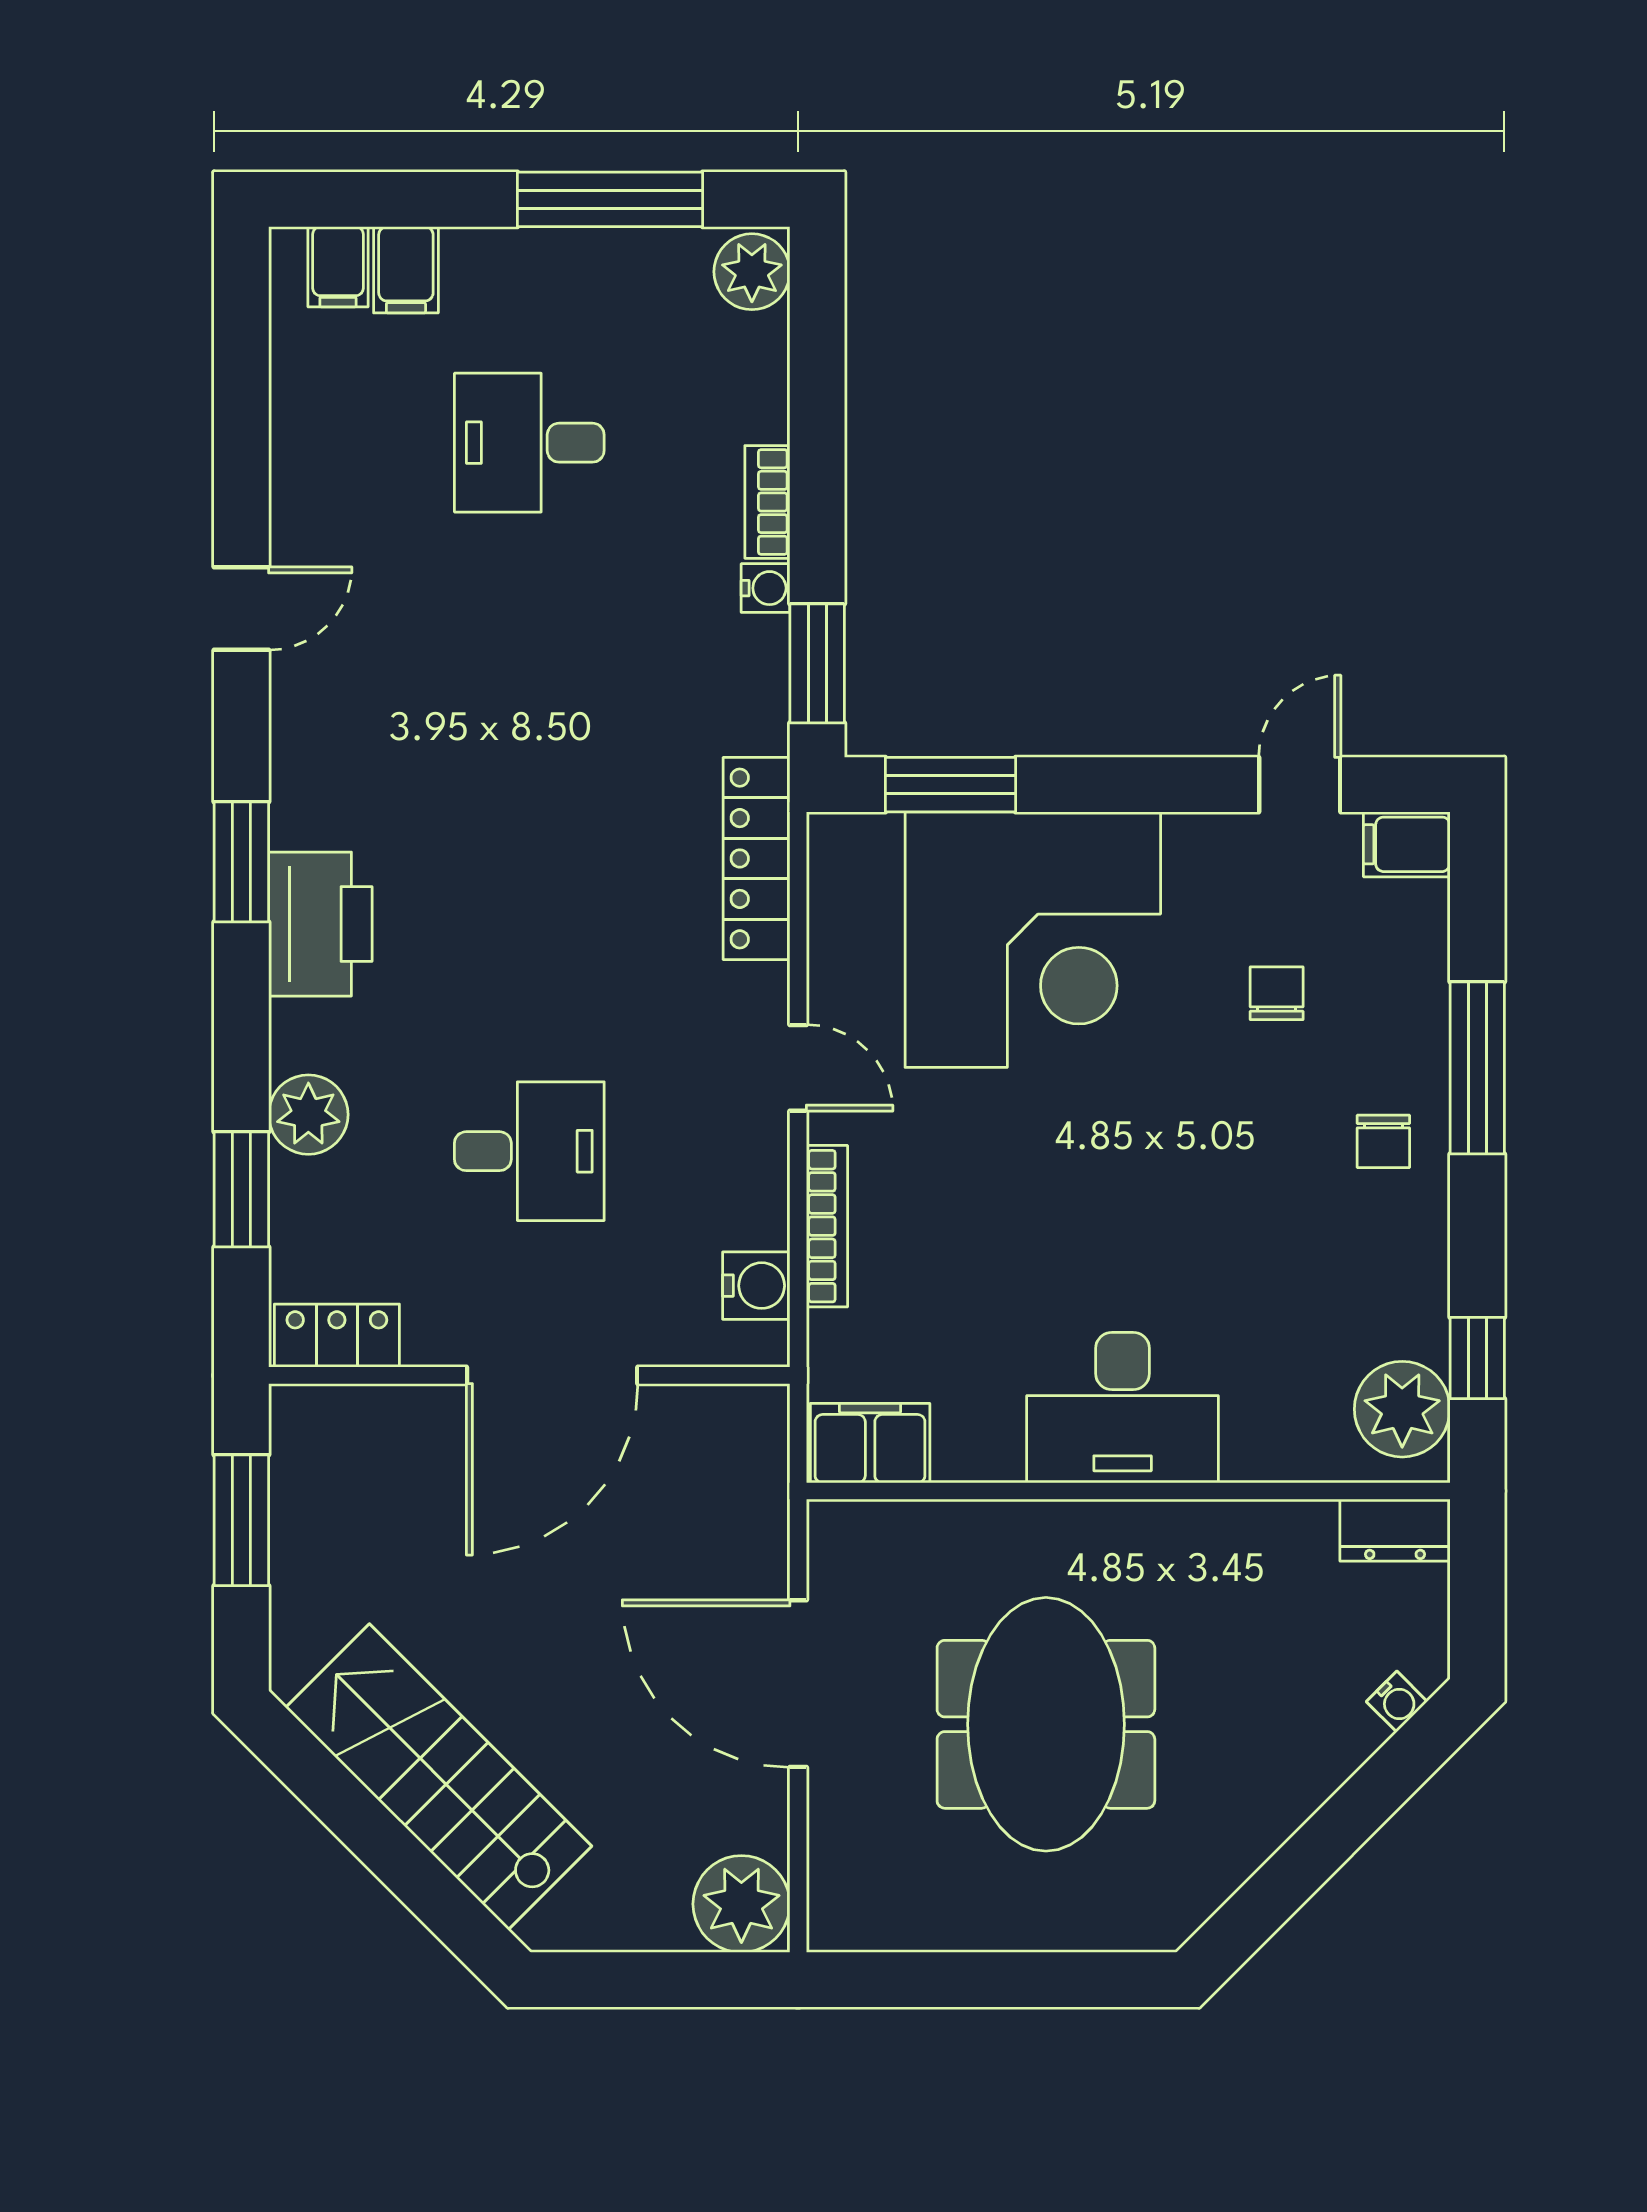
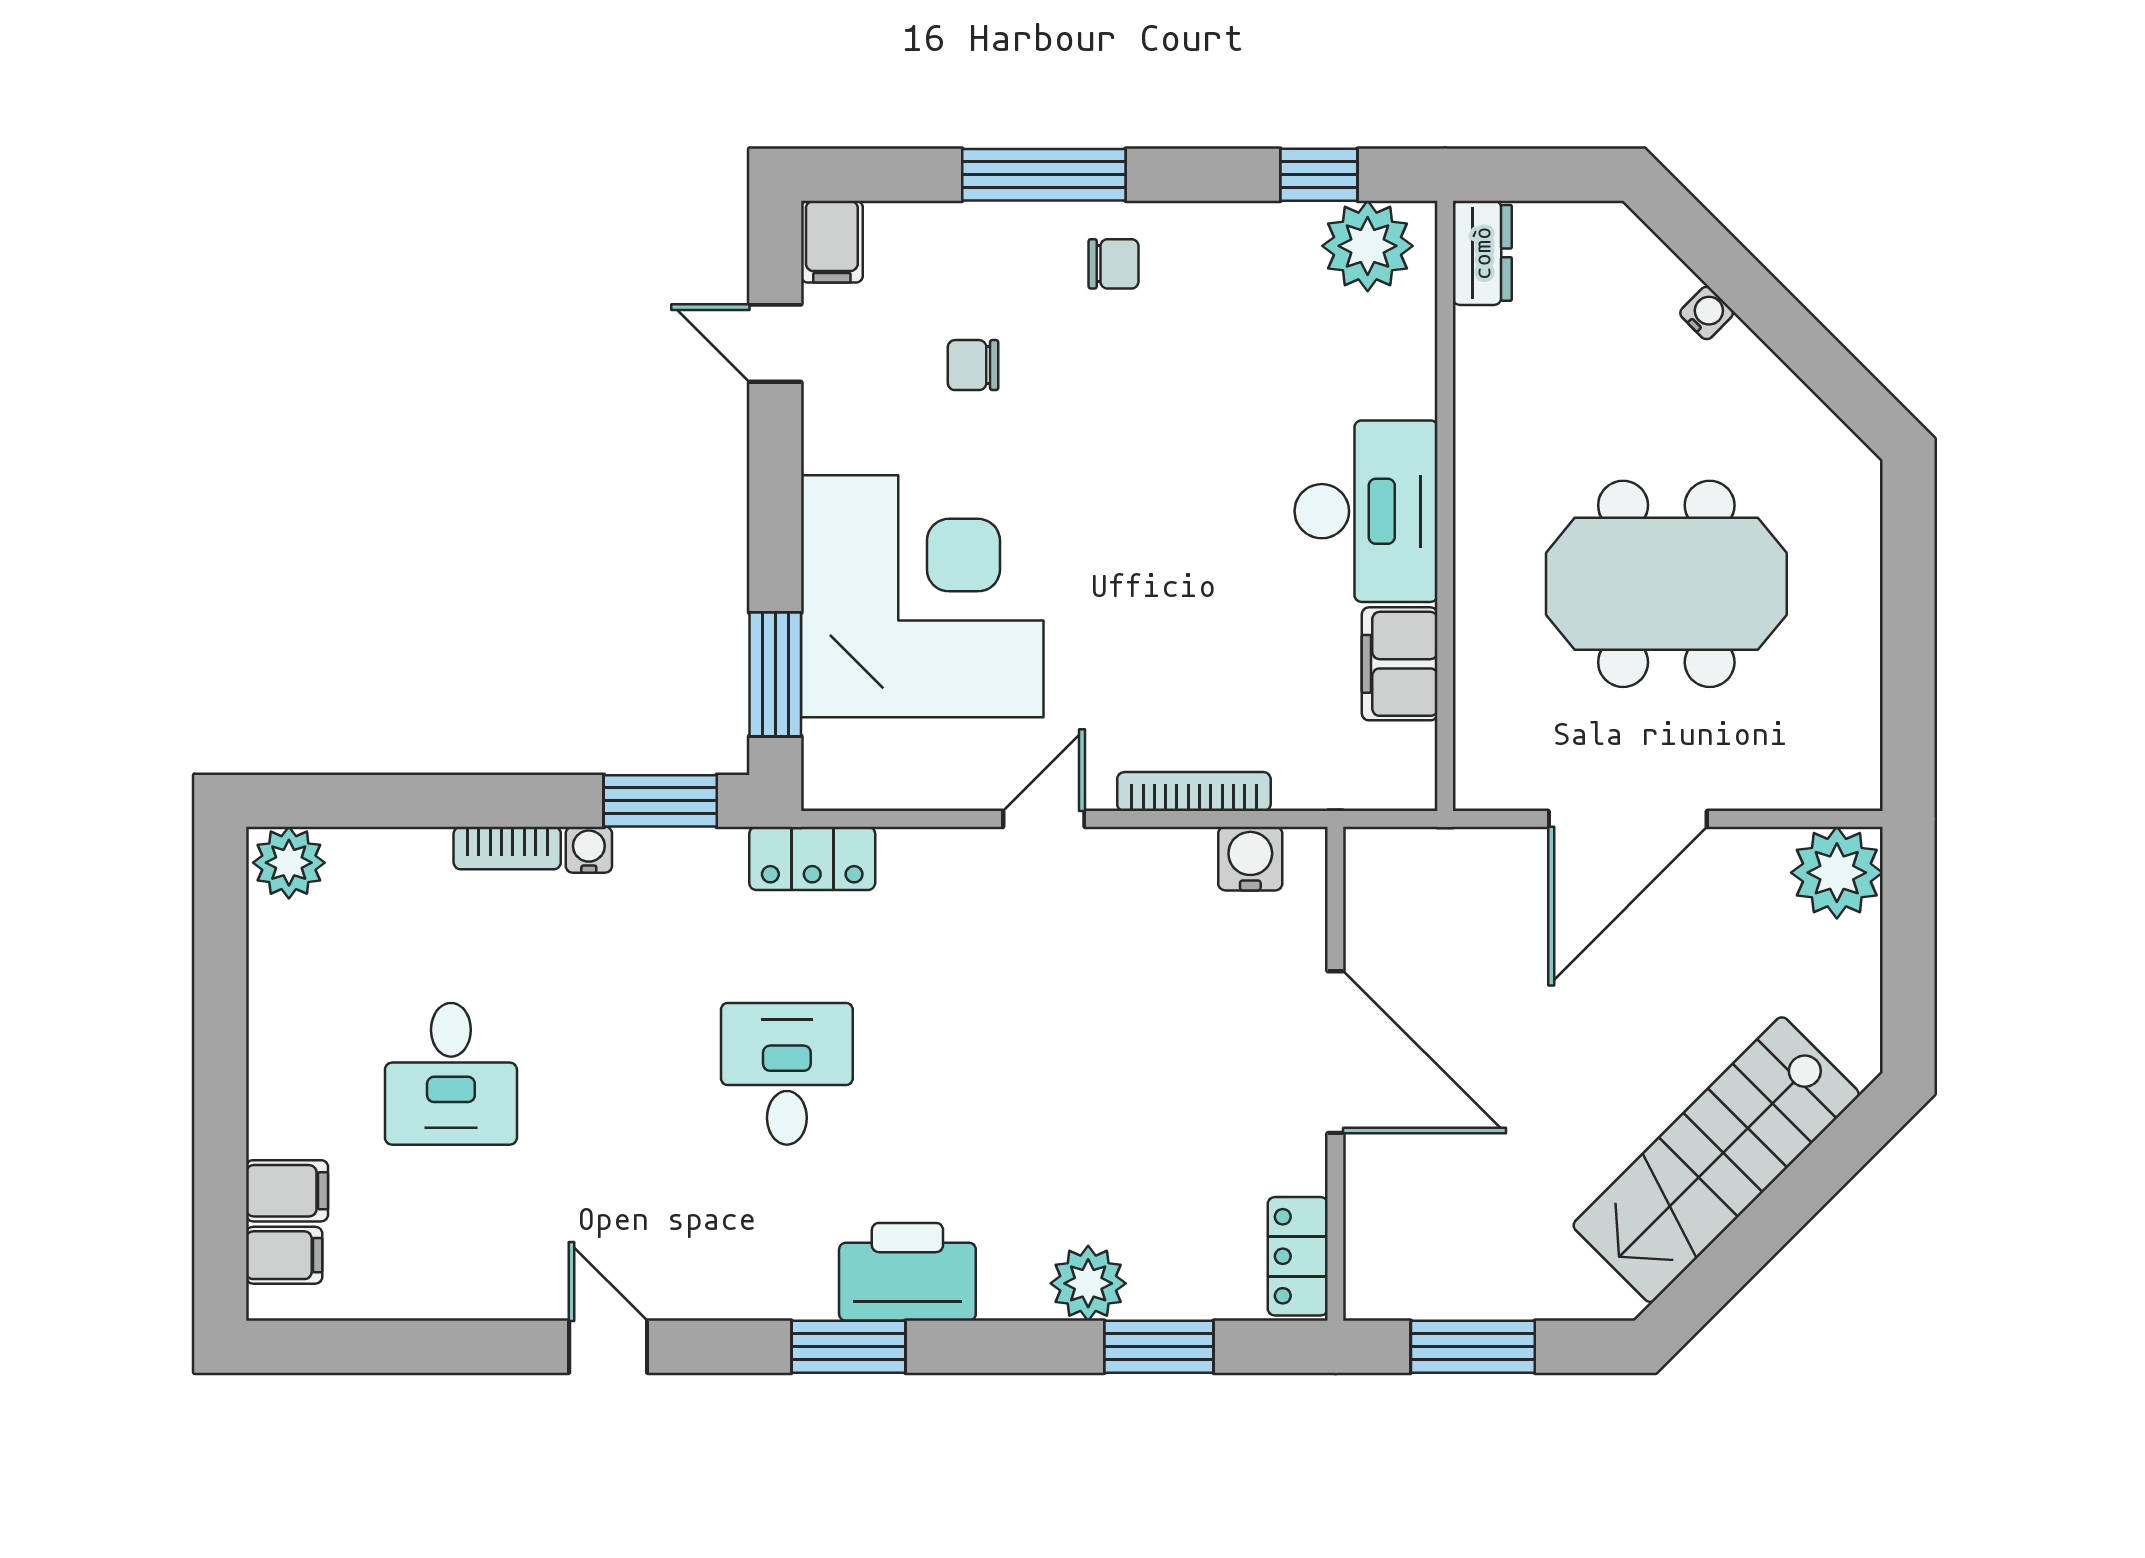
window: (610, 199) -> (220, 997), removed
locker: (756, 858) -> (812, 858), width x0.66
desk: (529, 1151) -> (787, 1074), moved
filing cabinet: (870, 1443) -> (1400, 664), moved
water cooler: (1397, 1702) -> (1707, 313), moved

